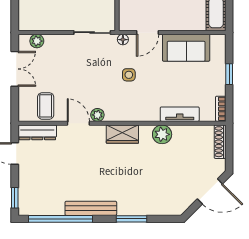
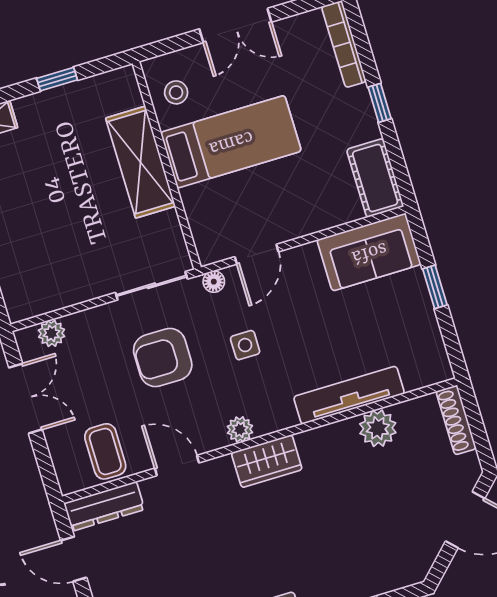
sofa: (186, 48) -> (369, 252), moved
armchair: (87, 69) -> (163, 358), added
bookcase: (221, 109) -> (439, 357), removed
tv unit: (180, 114) -> (349, 395), width x1.41
plant: (97, 115) -> (240, 429), moved
plant: (162, 134) -> (378, 428), moved

